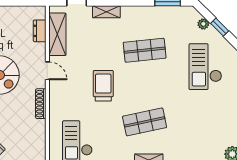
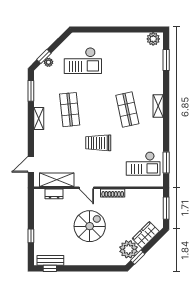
shelving: (106, 12) -> (39, 118), moved
window: (220, 27) -> (44, 56), moved
door: (47, 71) -> (86, 188), swing flipped

